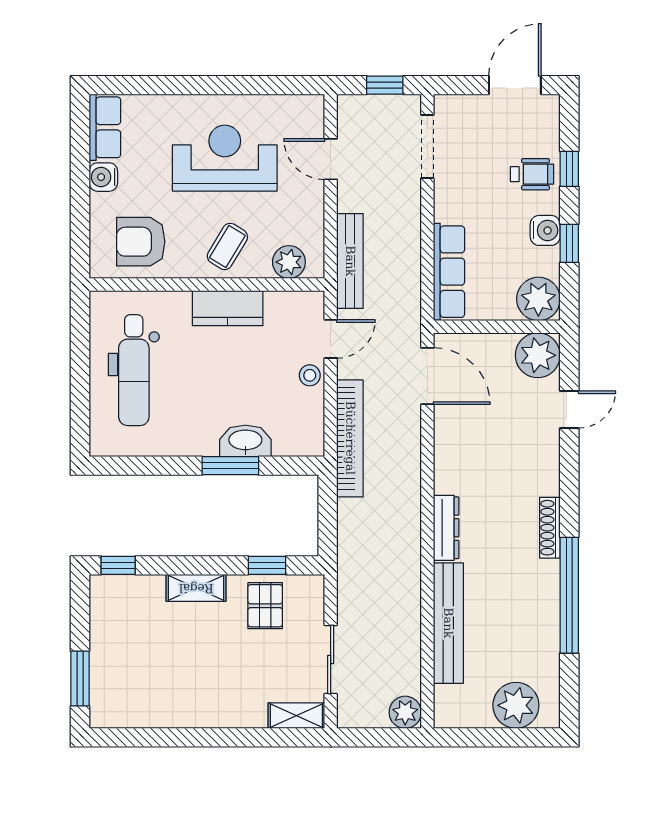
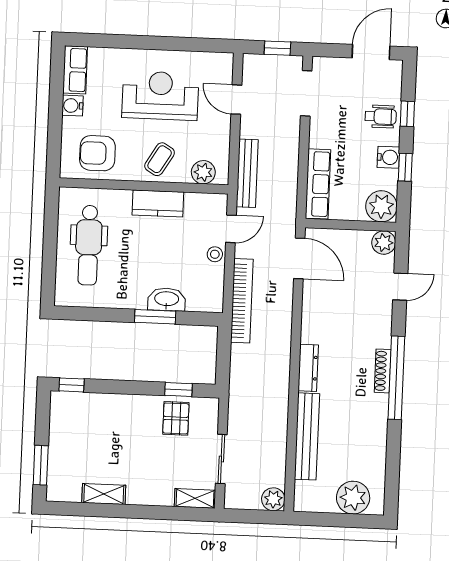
plant: (538, 355) -> (384, 243), width x0.73, depth x0.73
shelving: (196, 588) -> (104, 494), moved
window: (569, 595) -> (396, 378), moved

